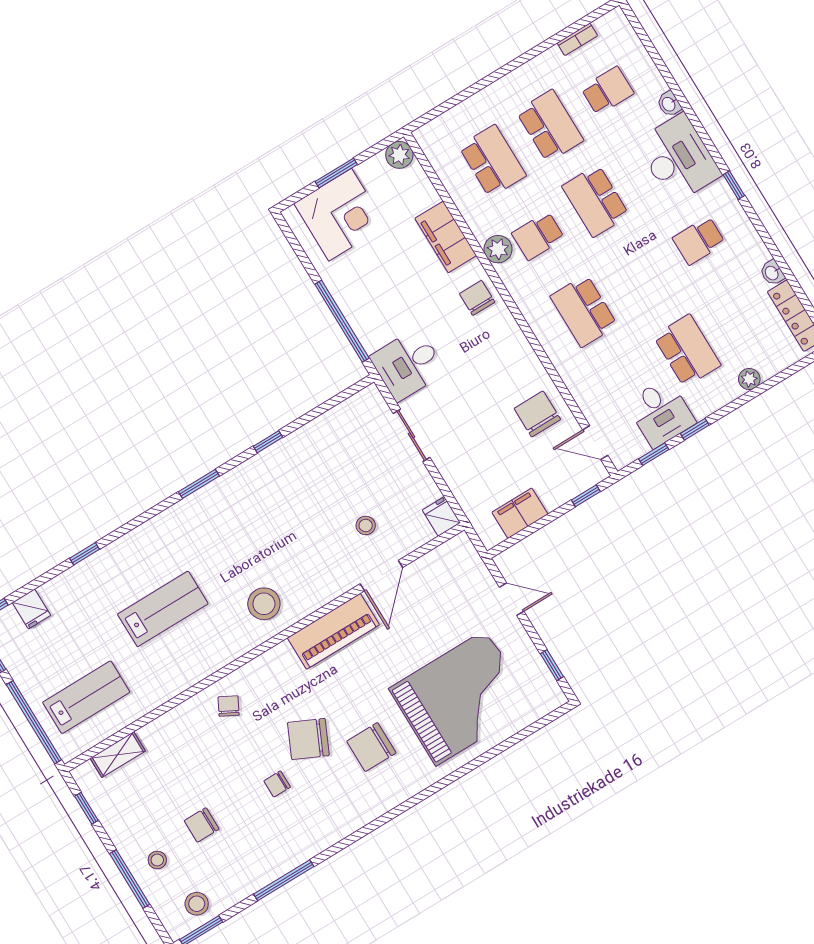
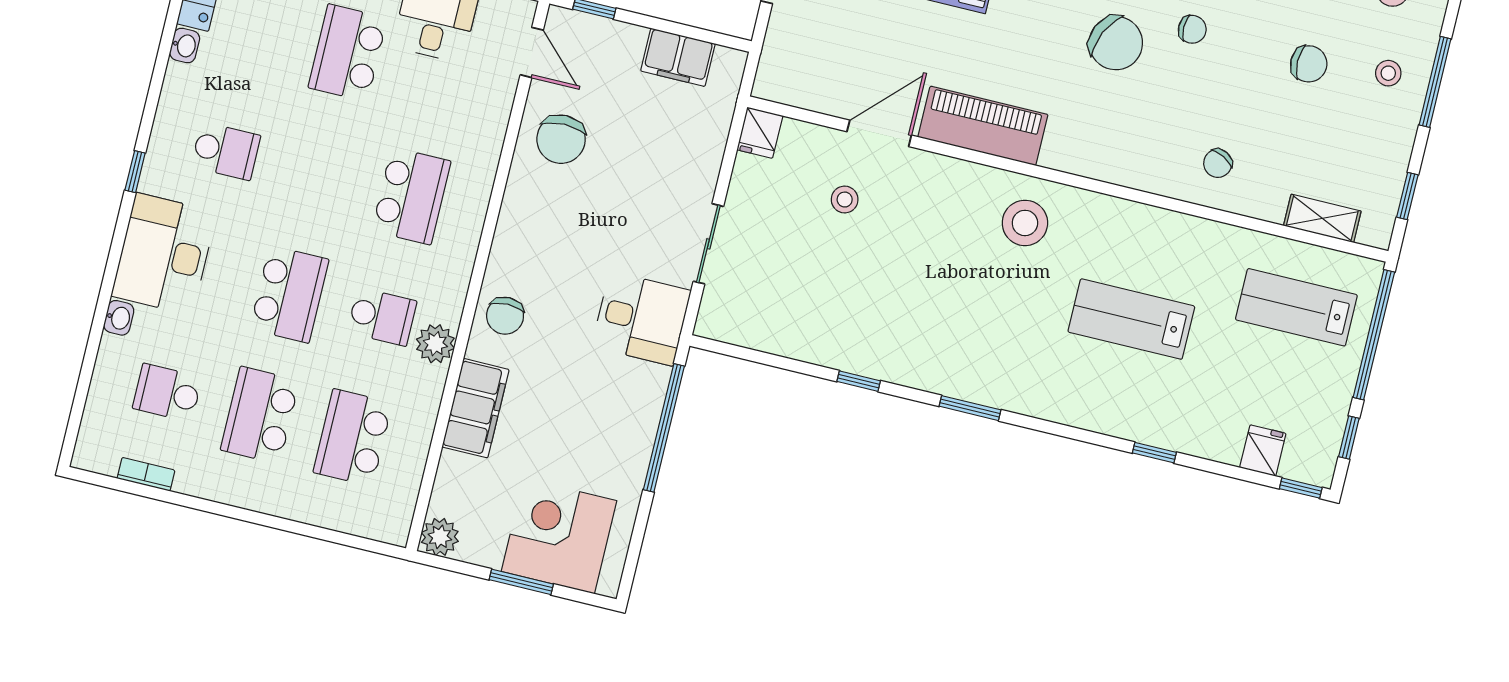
chair: (229, 706) -> (1218, 163), moved

